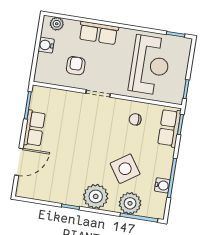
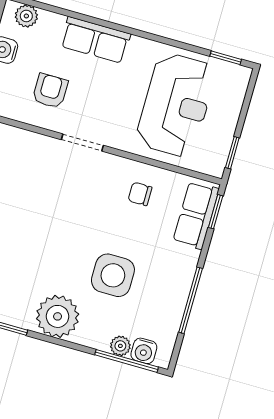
side table: (125, 169) -> (113, 275), turned 34
water cooler: (162, 185) -> (144, 351), moved, turned 90
plant: (130, 203) -> (120, 346), width x0.53, depth x0.53

